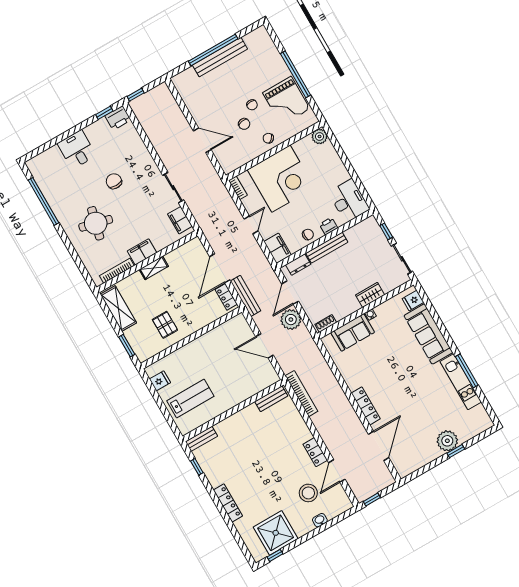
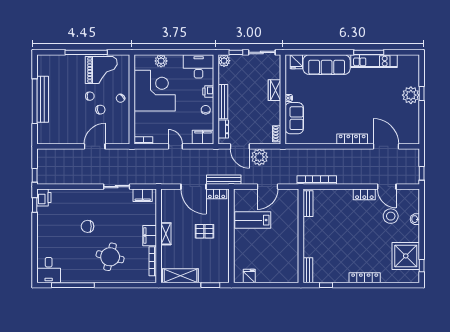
plant: (320, 136) -> (161, 61), moved
desk: (77, 150) -> (49, 270), moved, turned -90
corner desk: (281, 179) -> (155, 91), moved
plant: (370, 224) -> (224, 61), added
pallet: (165, 325) -> (204, 231), moved
lab bench: (190, 398) -> (253, 220), moved, turned -90

